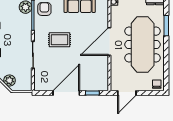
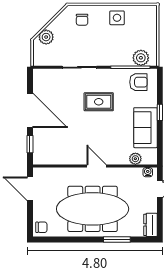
plant: (104, 11) -> (135, 159), added
rug: (60, 40) -> (99, 102), turned 90
door: (109, 41) -> (96, 166), width x0.53

